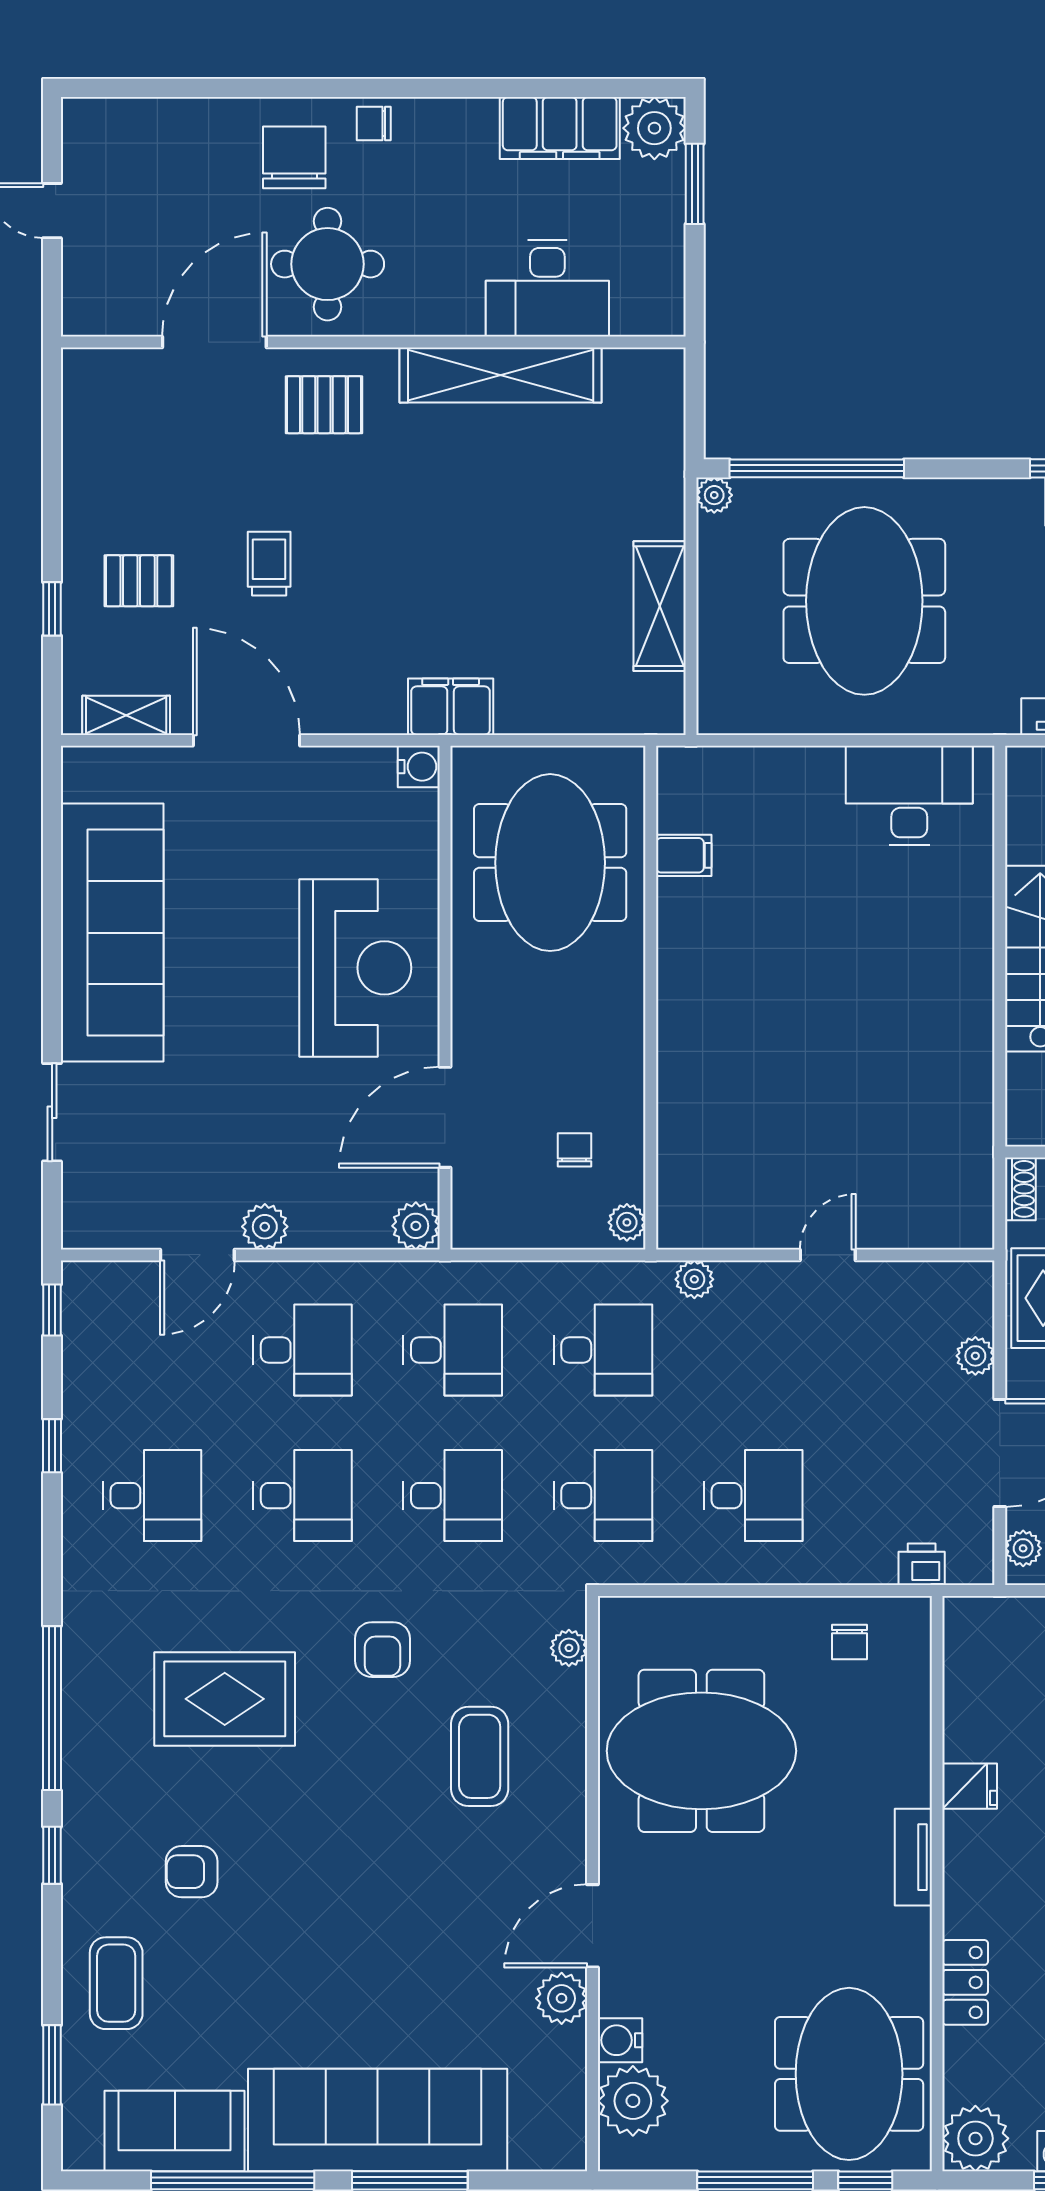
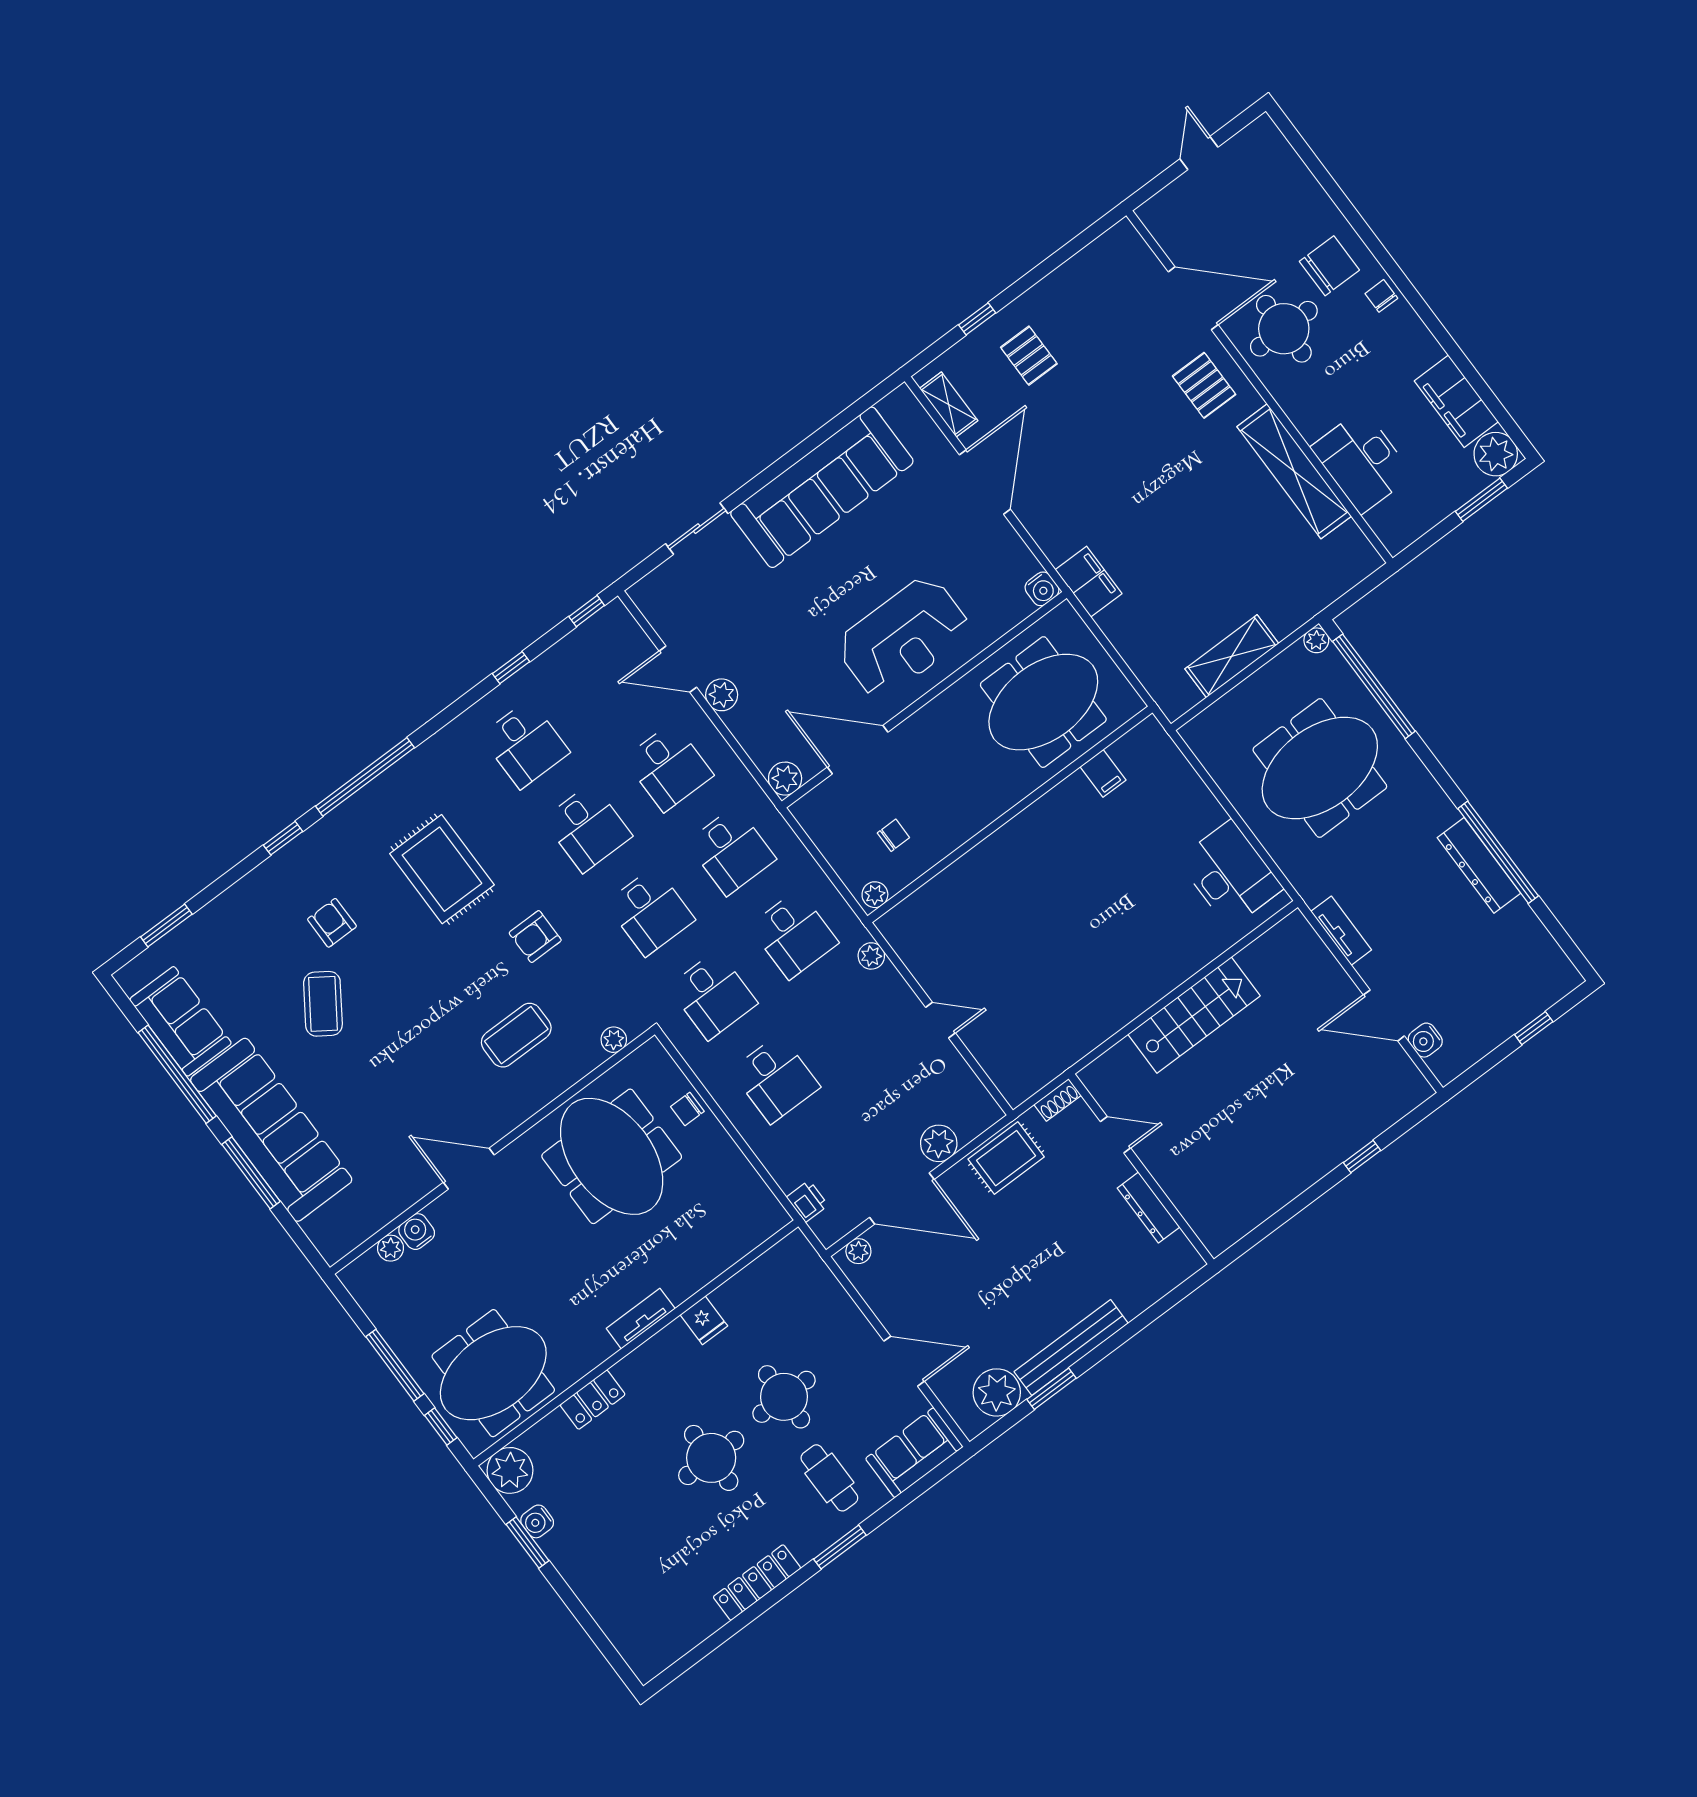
trolley: (269, 564) -> (1093, 421), removed
plant: (975, 1356) -> (939, 1143), width x1.38, depth x1.38
chair: (849, 1642) -> (687, 1109), moved
coffee table: (116, 1983) -> (323, 1004), moved, turned -56
plant: (562, 1998) -> (416, 1182), removed
plant: (633, 2101) -> (390, 1248), width x0.53, depth x0.53

